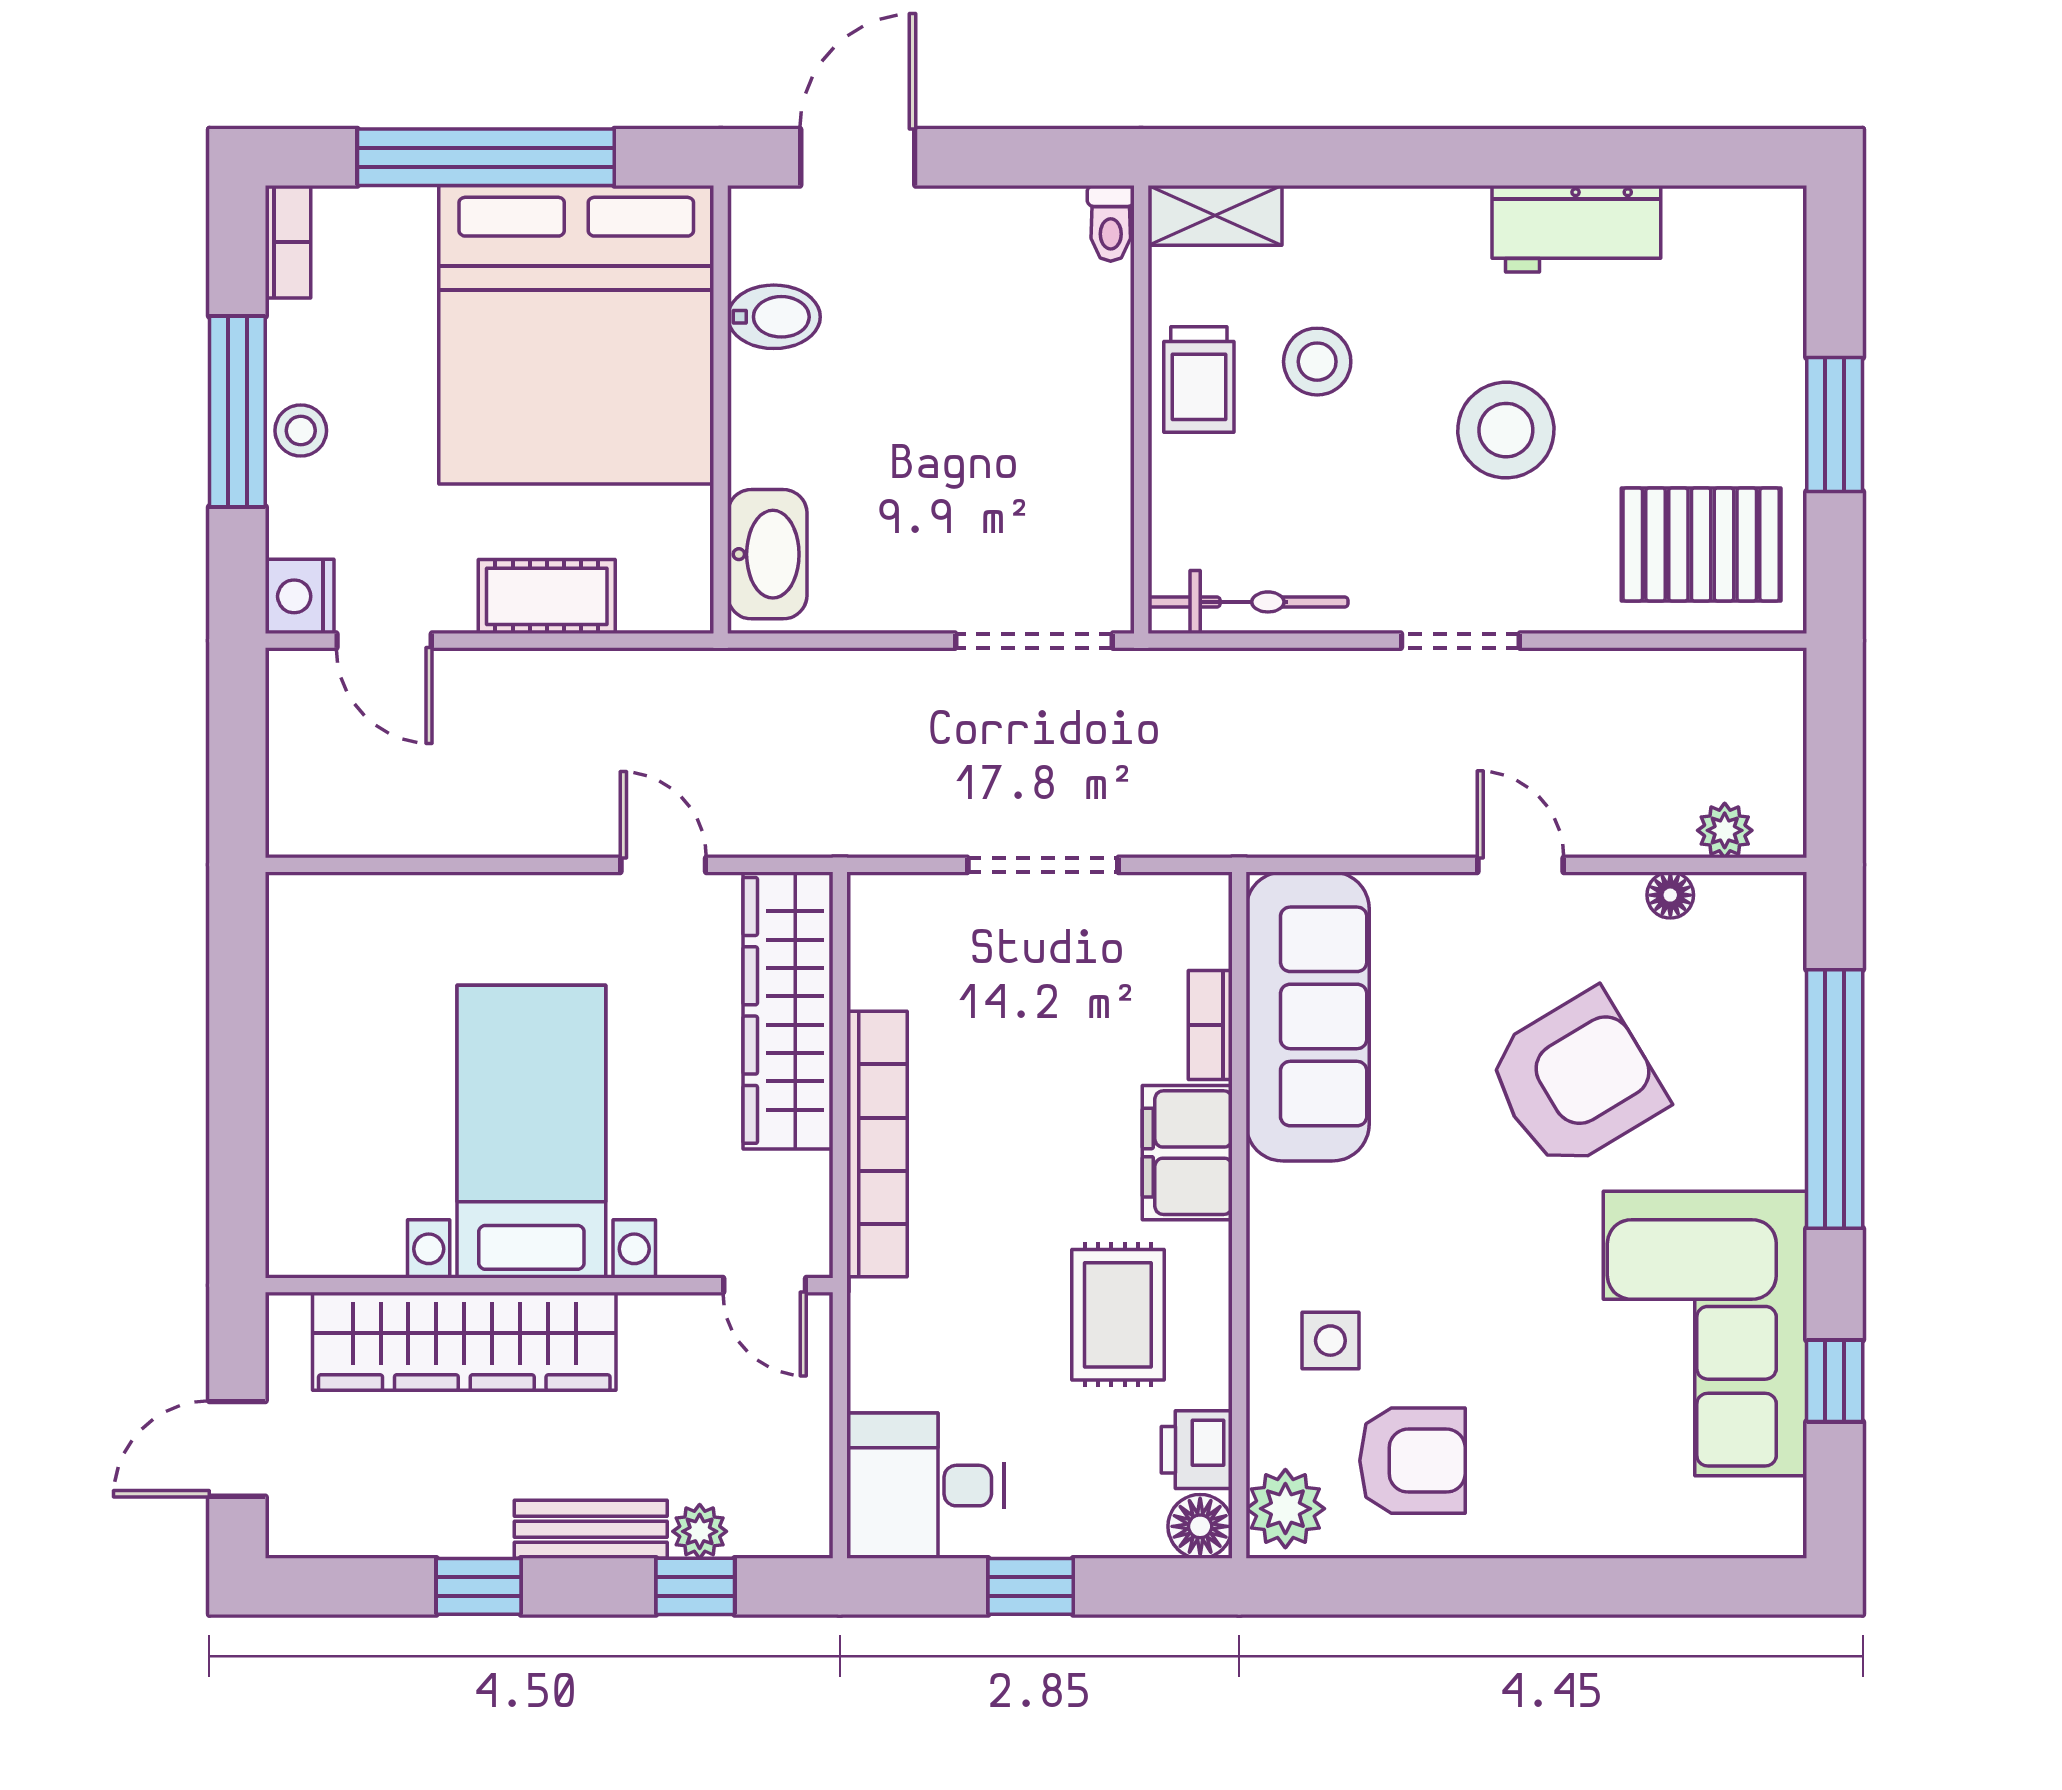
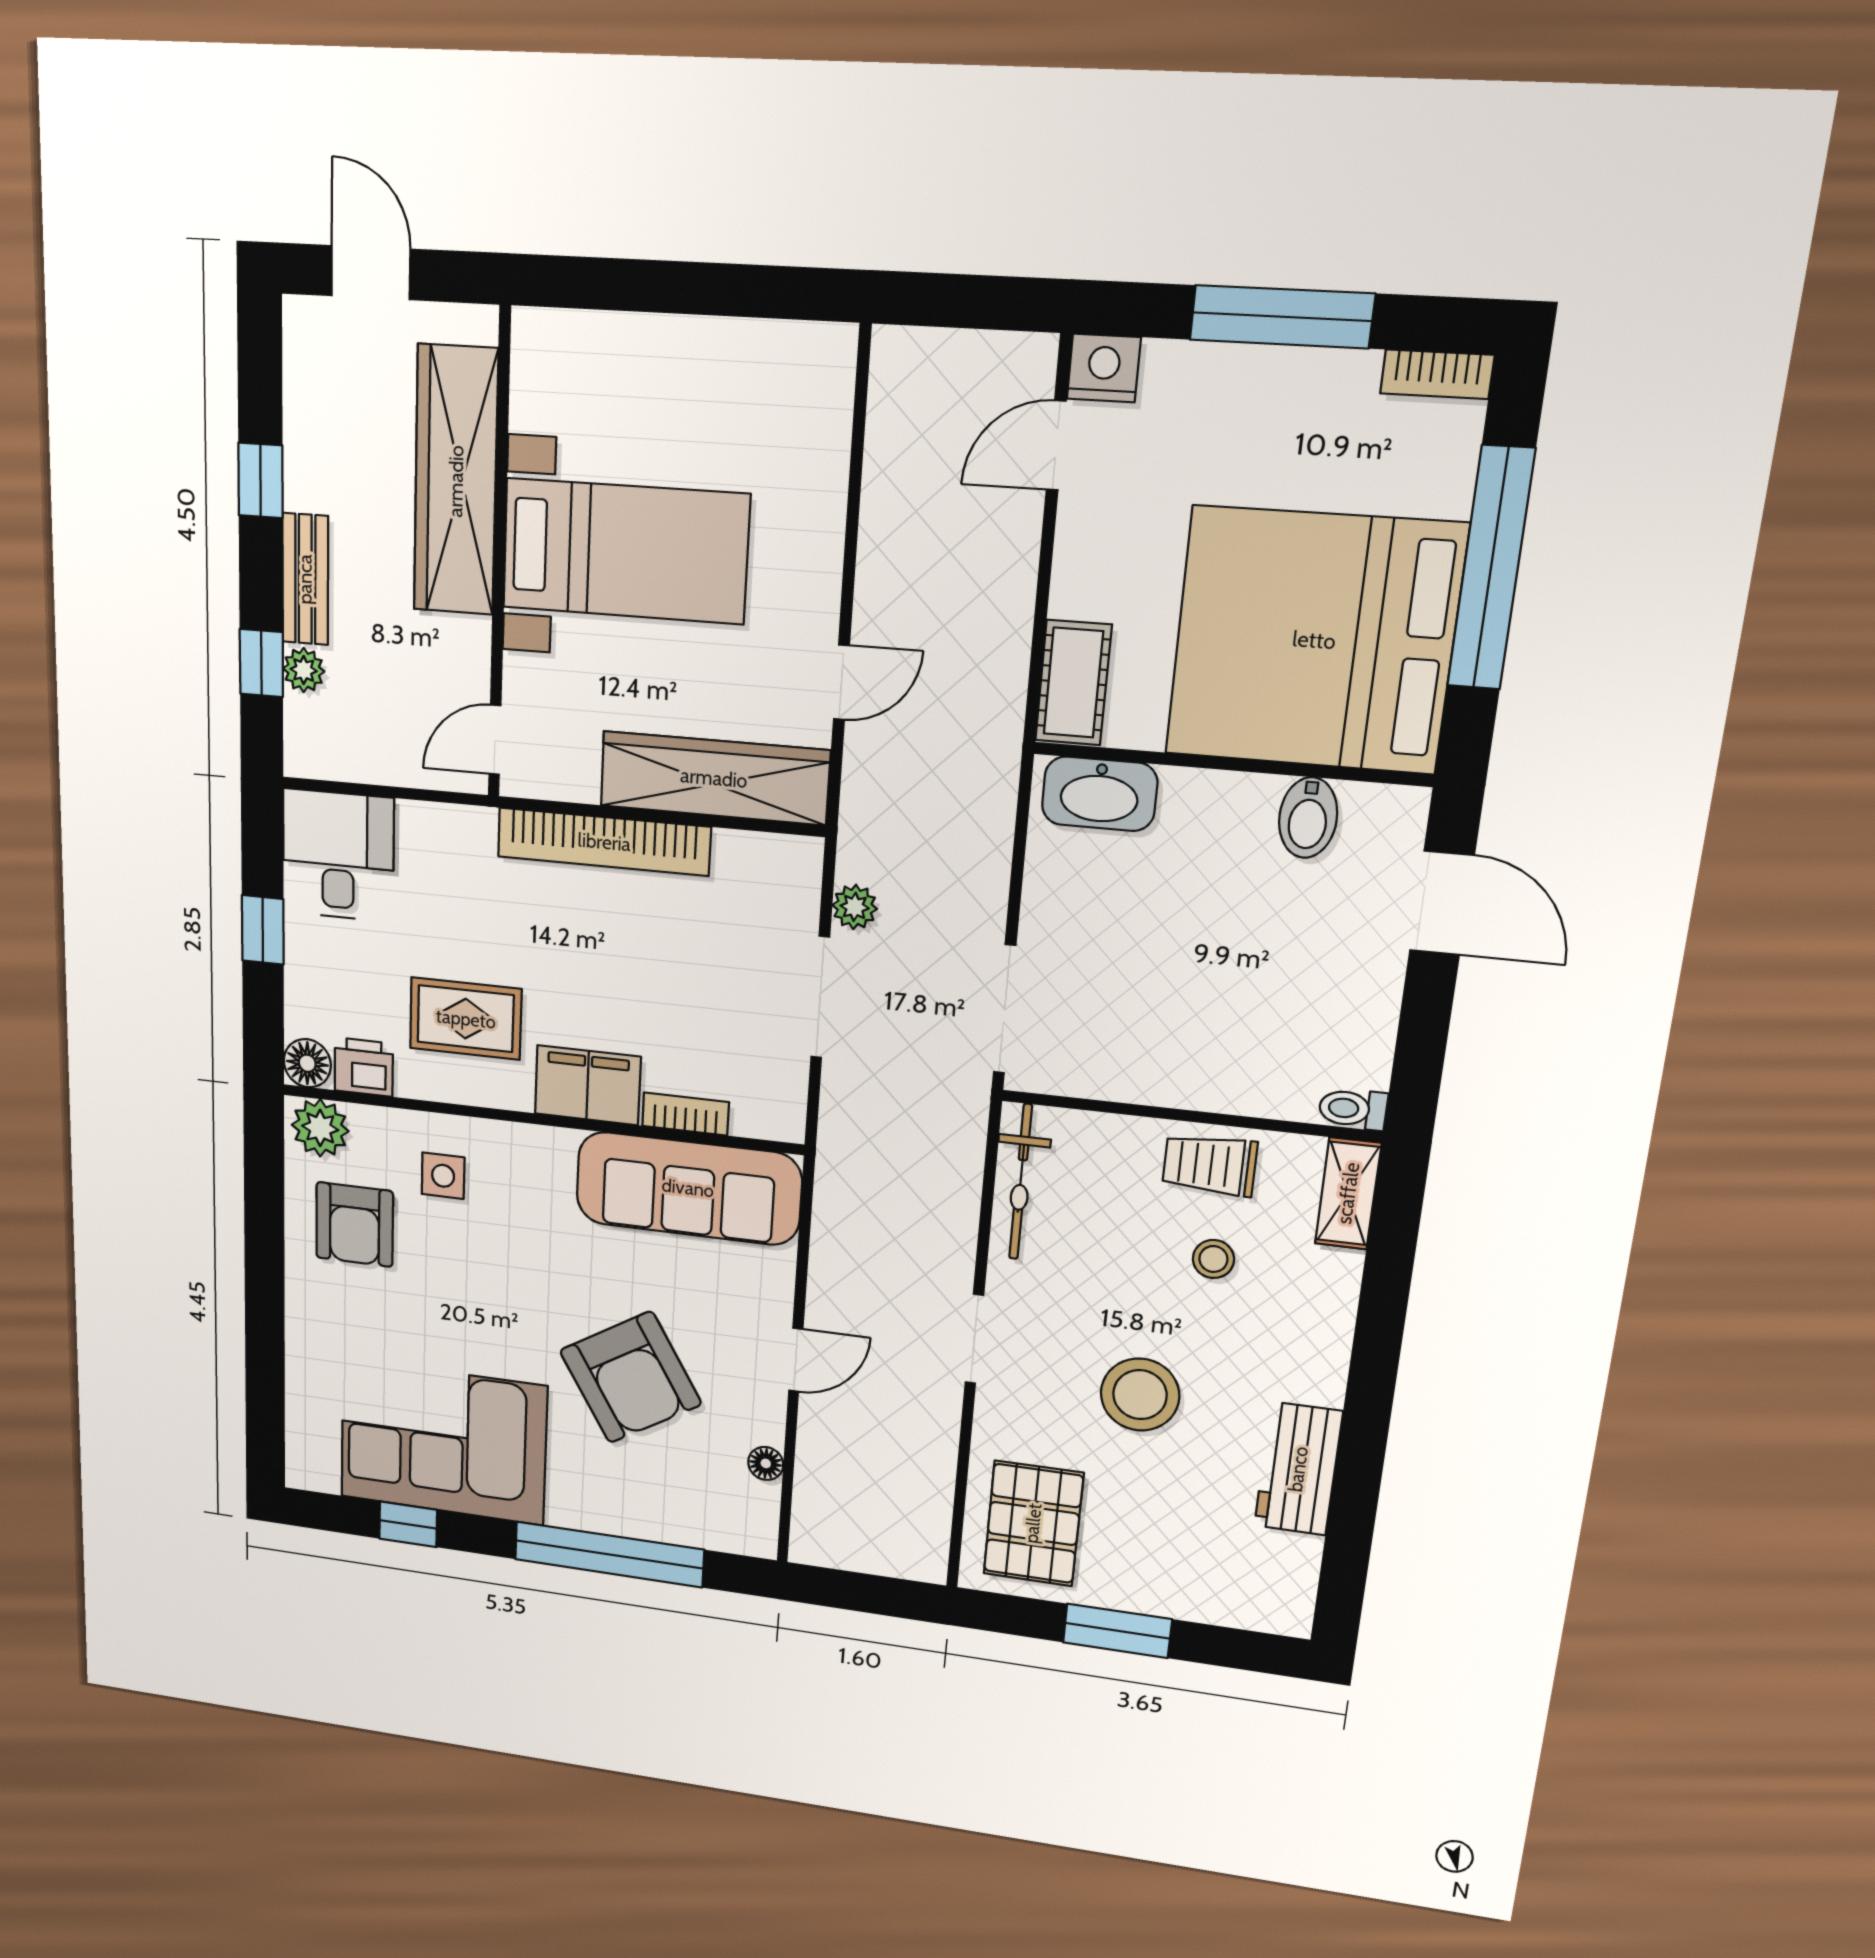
stool: (1317, 362) -> (1213, 1259), width x0.73, depth x0.73
stool: (301, 431) -> (1257, 377), removed
cot: (547, 596) -> (1073, 683), moved
plant: (1725, 830) -> (855, 907), moved

